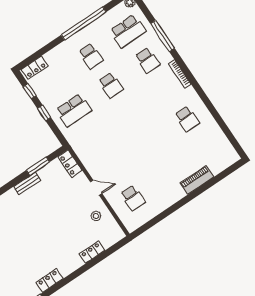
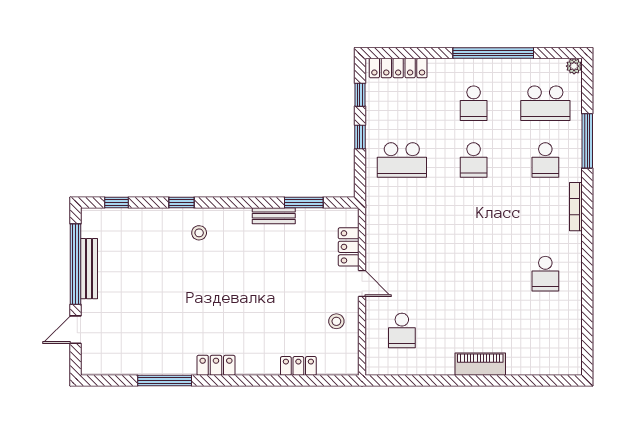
locker: (35, 68) -> (398, 68), width x1.53
locker: (70, 164) -> (349, 247), moved
piano: (197, 180) -> (480, 364), moved

